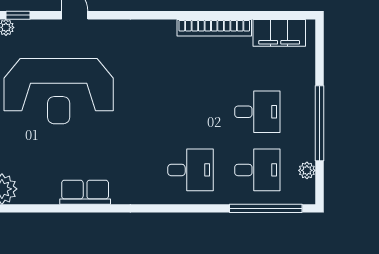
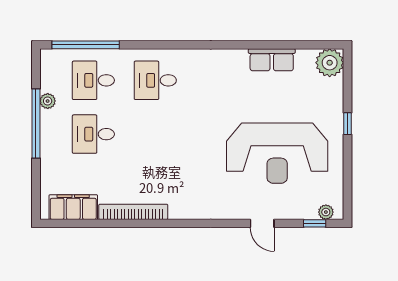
reception desk: (59, 91) -> (277, 153), turned 180
plant: (307, 170) -> (48, 101), moved
row of seats: (85, 192) -> (272, 60), moved

